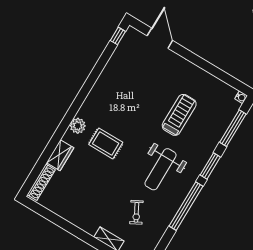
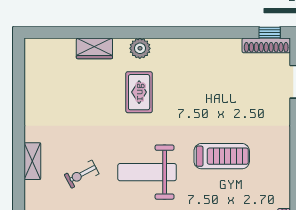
shoe rack: (41, 182) -> (266, 45), moved

